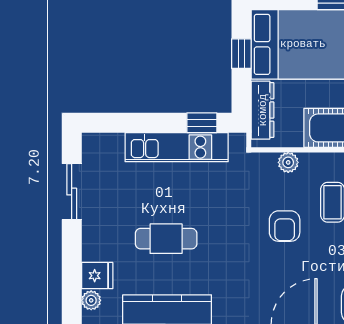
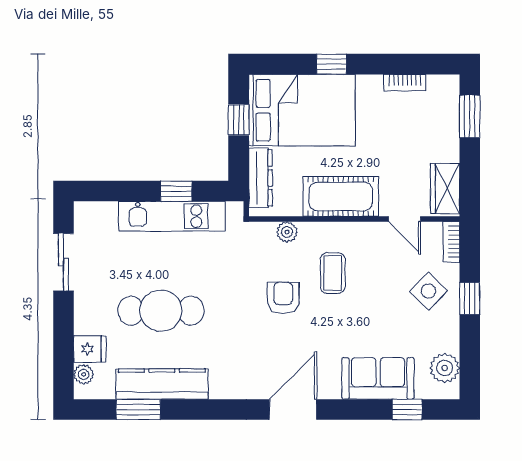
window: (202, 123) -> (176, 191), moved
armchair: (285, 226) -> (283, 298), turned 180
cafe table: (166, 239) -> (161, 311), width x1.37, depth x1.35

